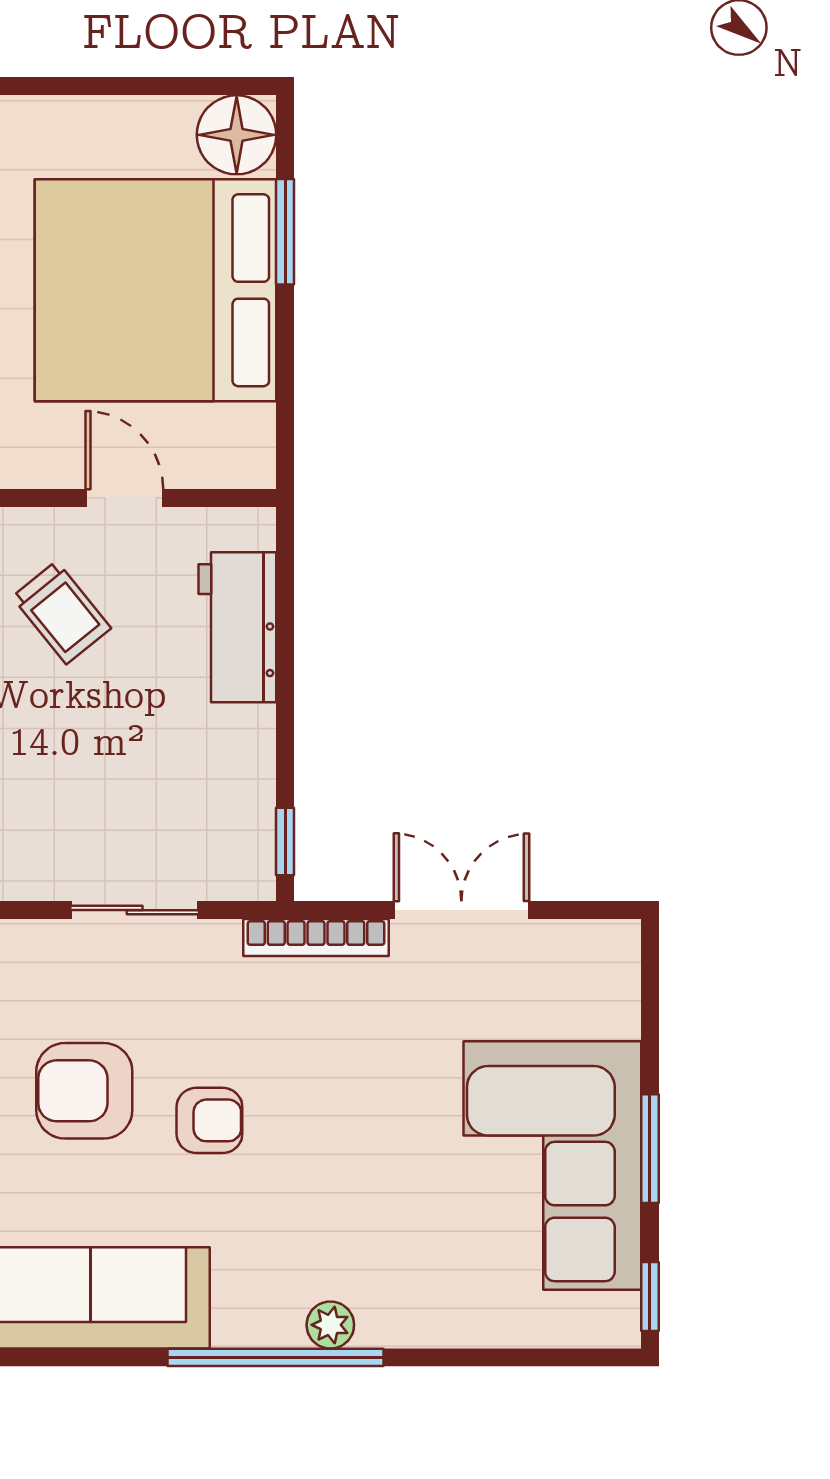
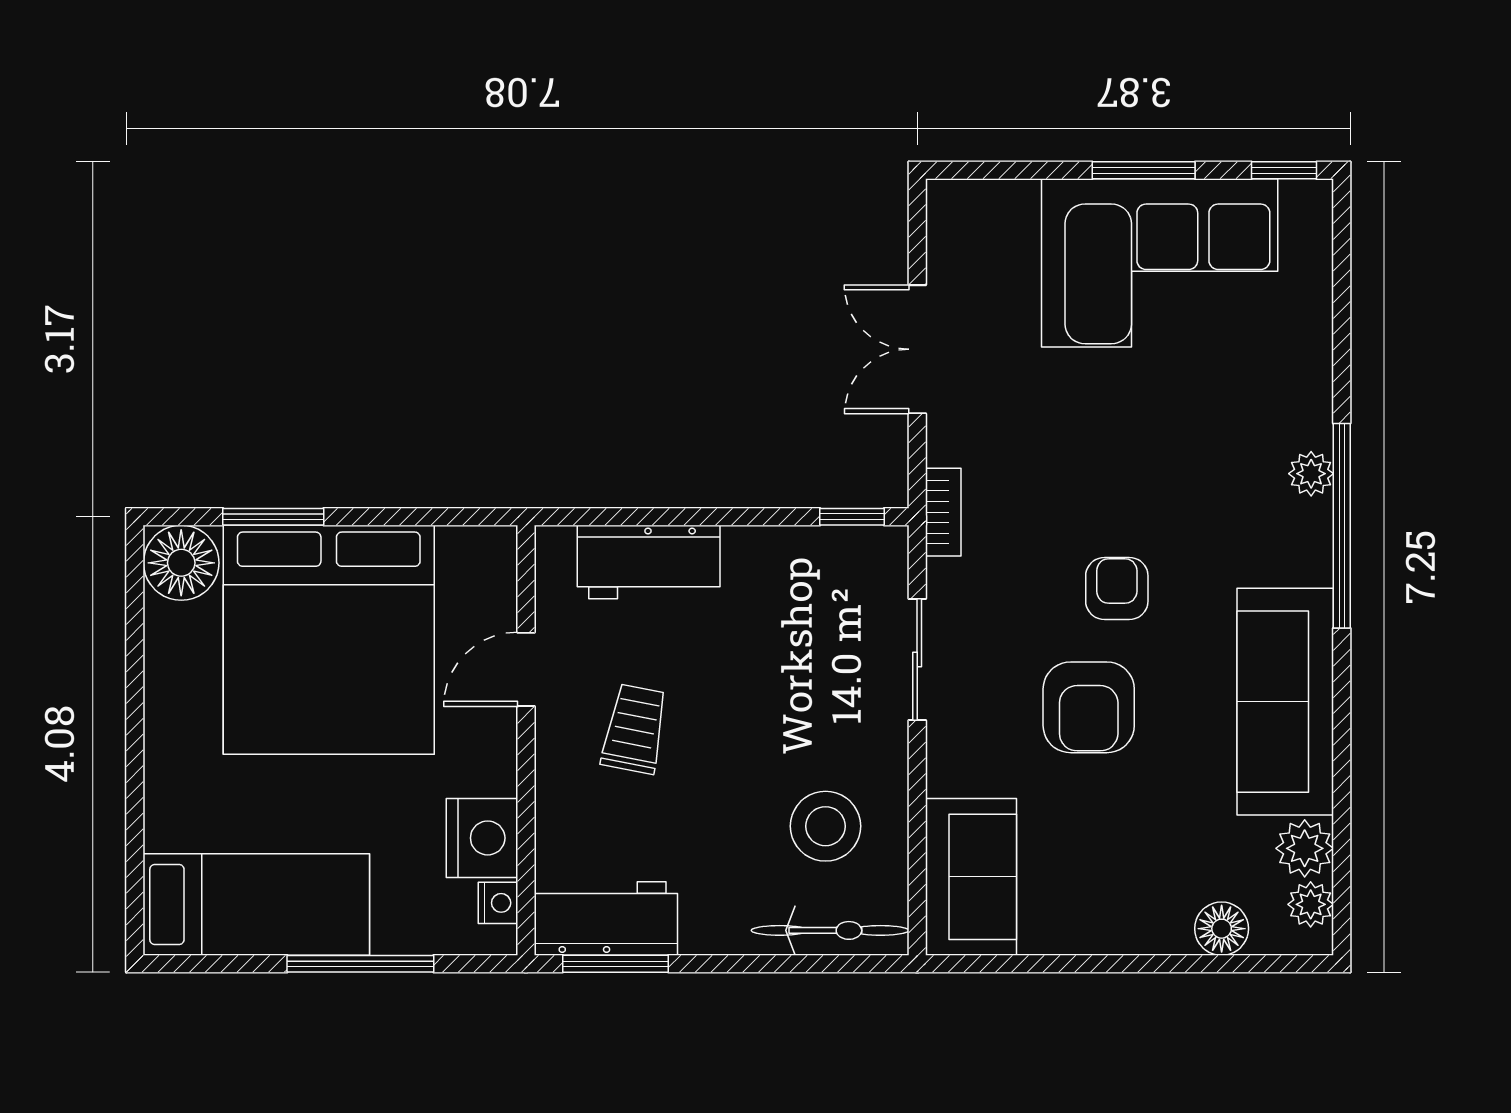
trolley: (61, 613) -> (635, 729), turned -40
bookcase: (316, 937) -> (943, 512), width x0.64

